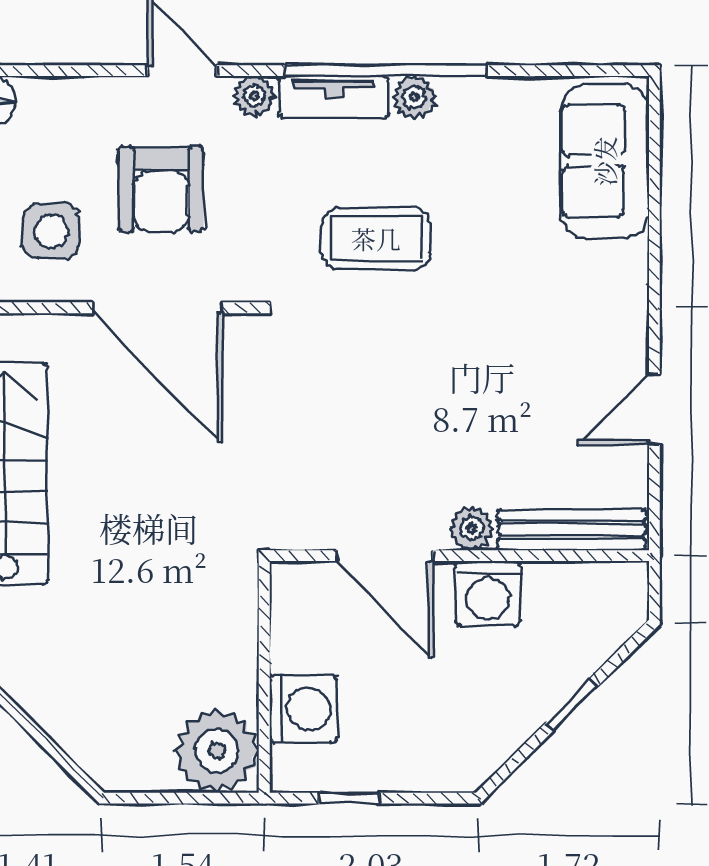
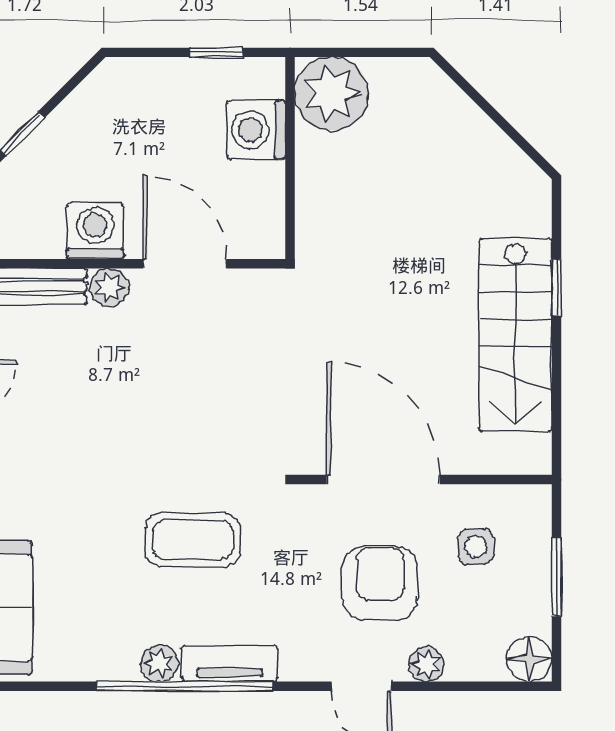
plant: (254, 96) -> (426, 664), moved
side table: (51, 231) -> (476, 547), width x0.73, depth x0.73

